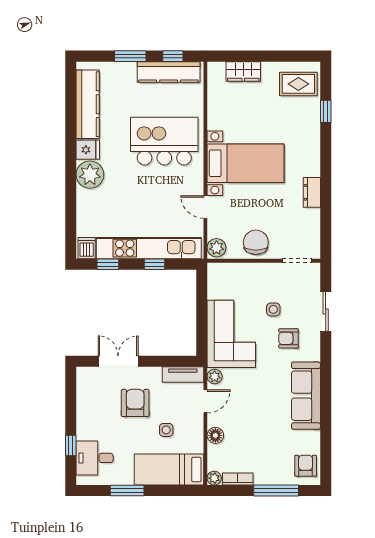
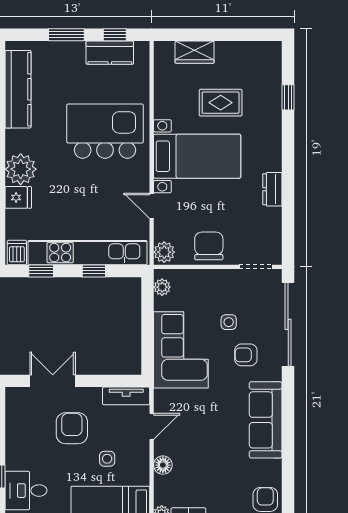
kitchen counter: (169, 72) -> (110, 53), width x0.67
rug: (298, 84) -> (221, 103), moved
fridge: (88, 150) -> (18, 197), moved
sliding door: (326, 311) -> (288, 324), width x1.86
plant: (215, 376) -> (162, 287), moved

